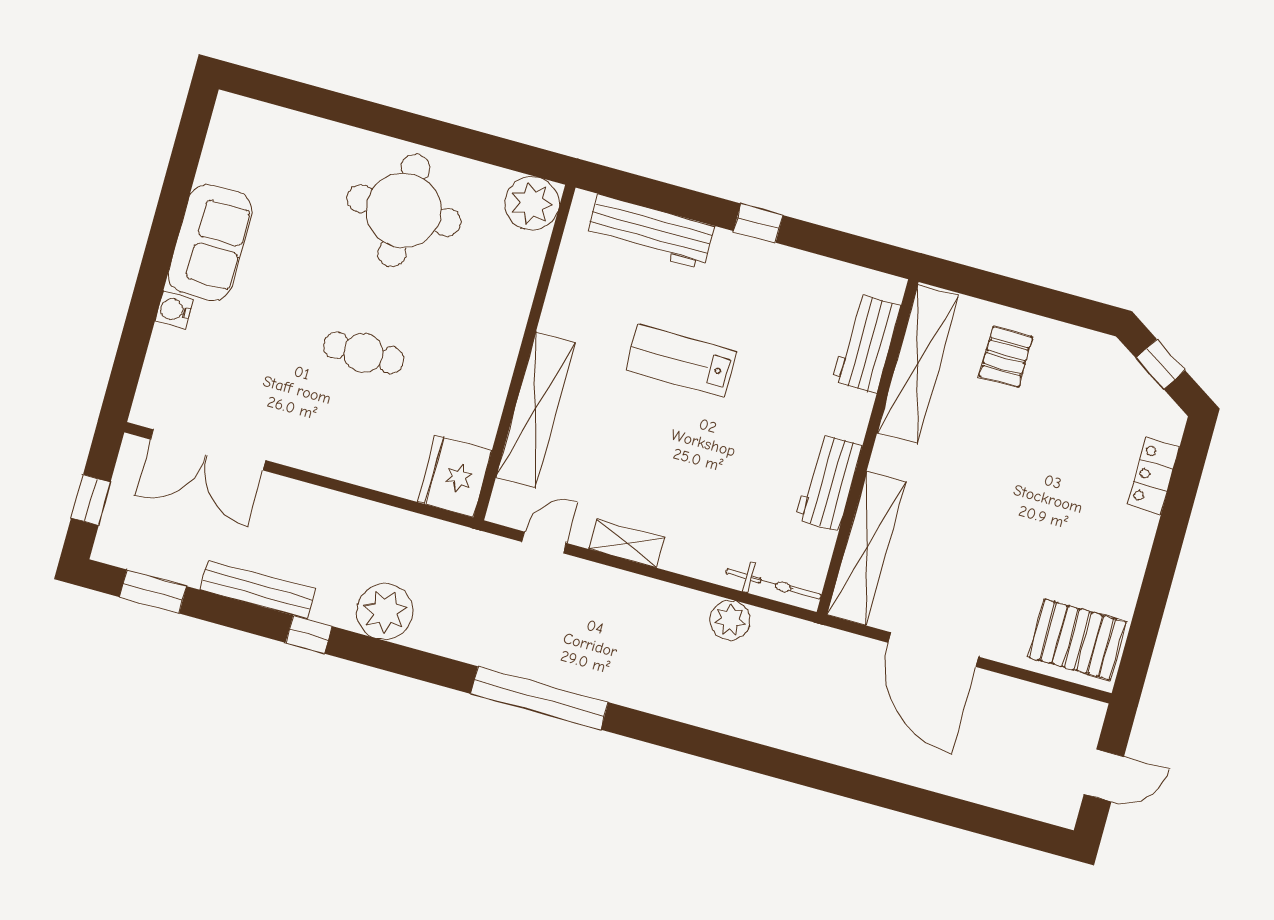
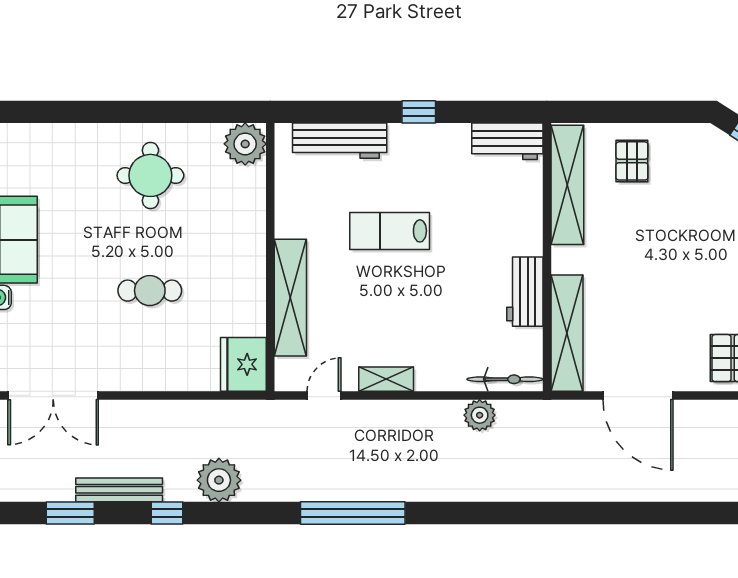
round table: (404, 210) -> (150, 175), width x0.73, depth x0.73
workbench: (866, 343) -> (507, 141), moved, turned -90
window: (153, 592) -> (70, 513), moved

